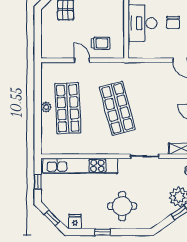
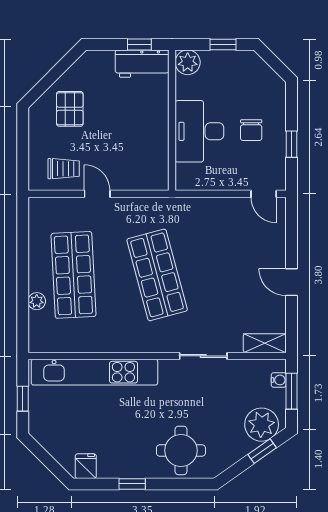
trolley: (101, 43) -> (64, 169), moved
plant: (46, 107) -> (37, 301), moved
round table: (122, 206) -> (181, 450), moved
window: (52, 218) -> (47, 460), removed

